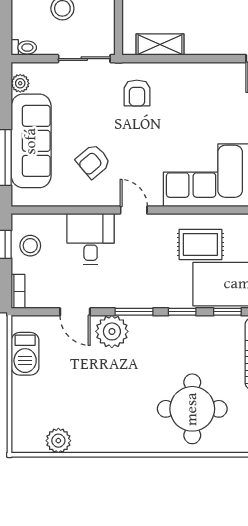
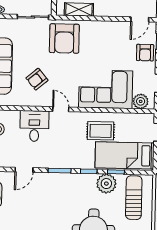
armchair: (137, 93) -> (64, 38), width x1.88, depth x1.88
door: (75, 312) -> (24, 170), hinge flipped
plant: (112, 331) -> (106, 184), moved

